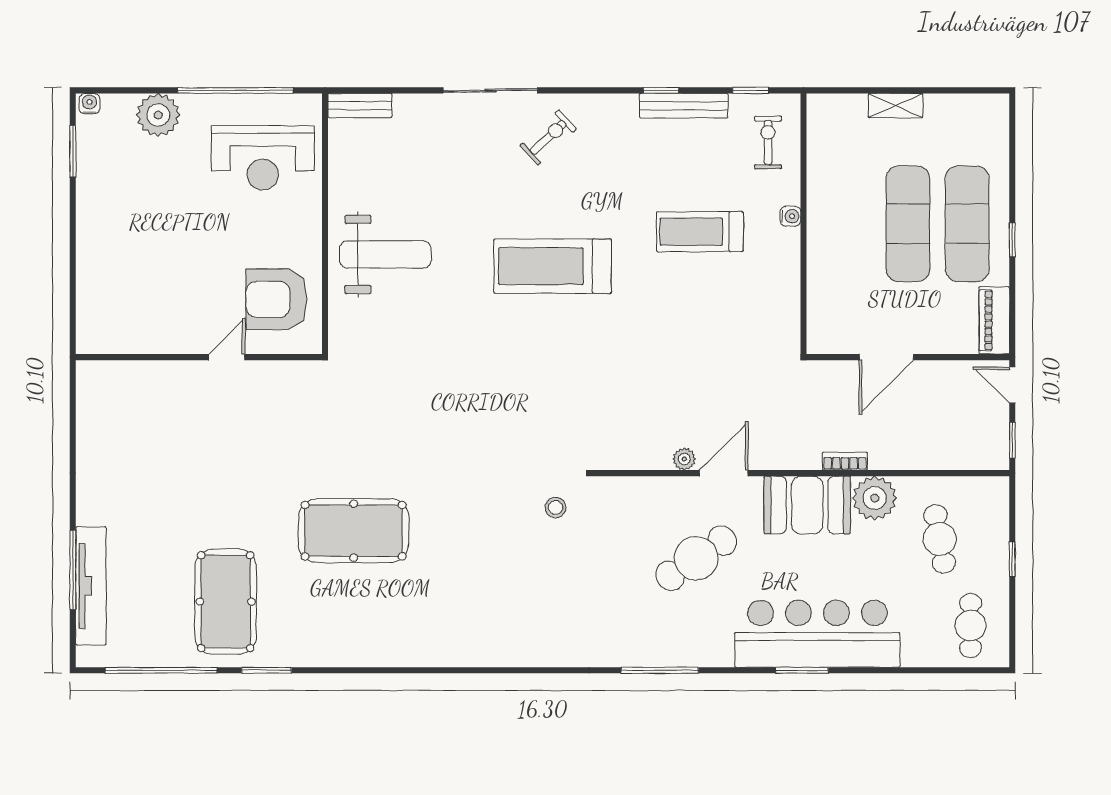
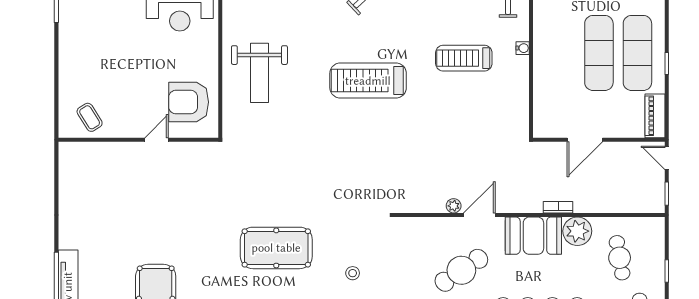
weight bench: (385, 254) -> (259, 73), turned 90
coffee table: (124, 323) -> (90, 117), added
stool: (556, 508) -> (353, 273), moved
pool table: (354, 531) -> (276, 248), moved

